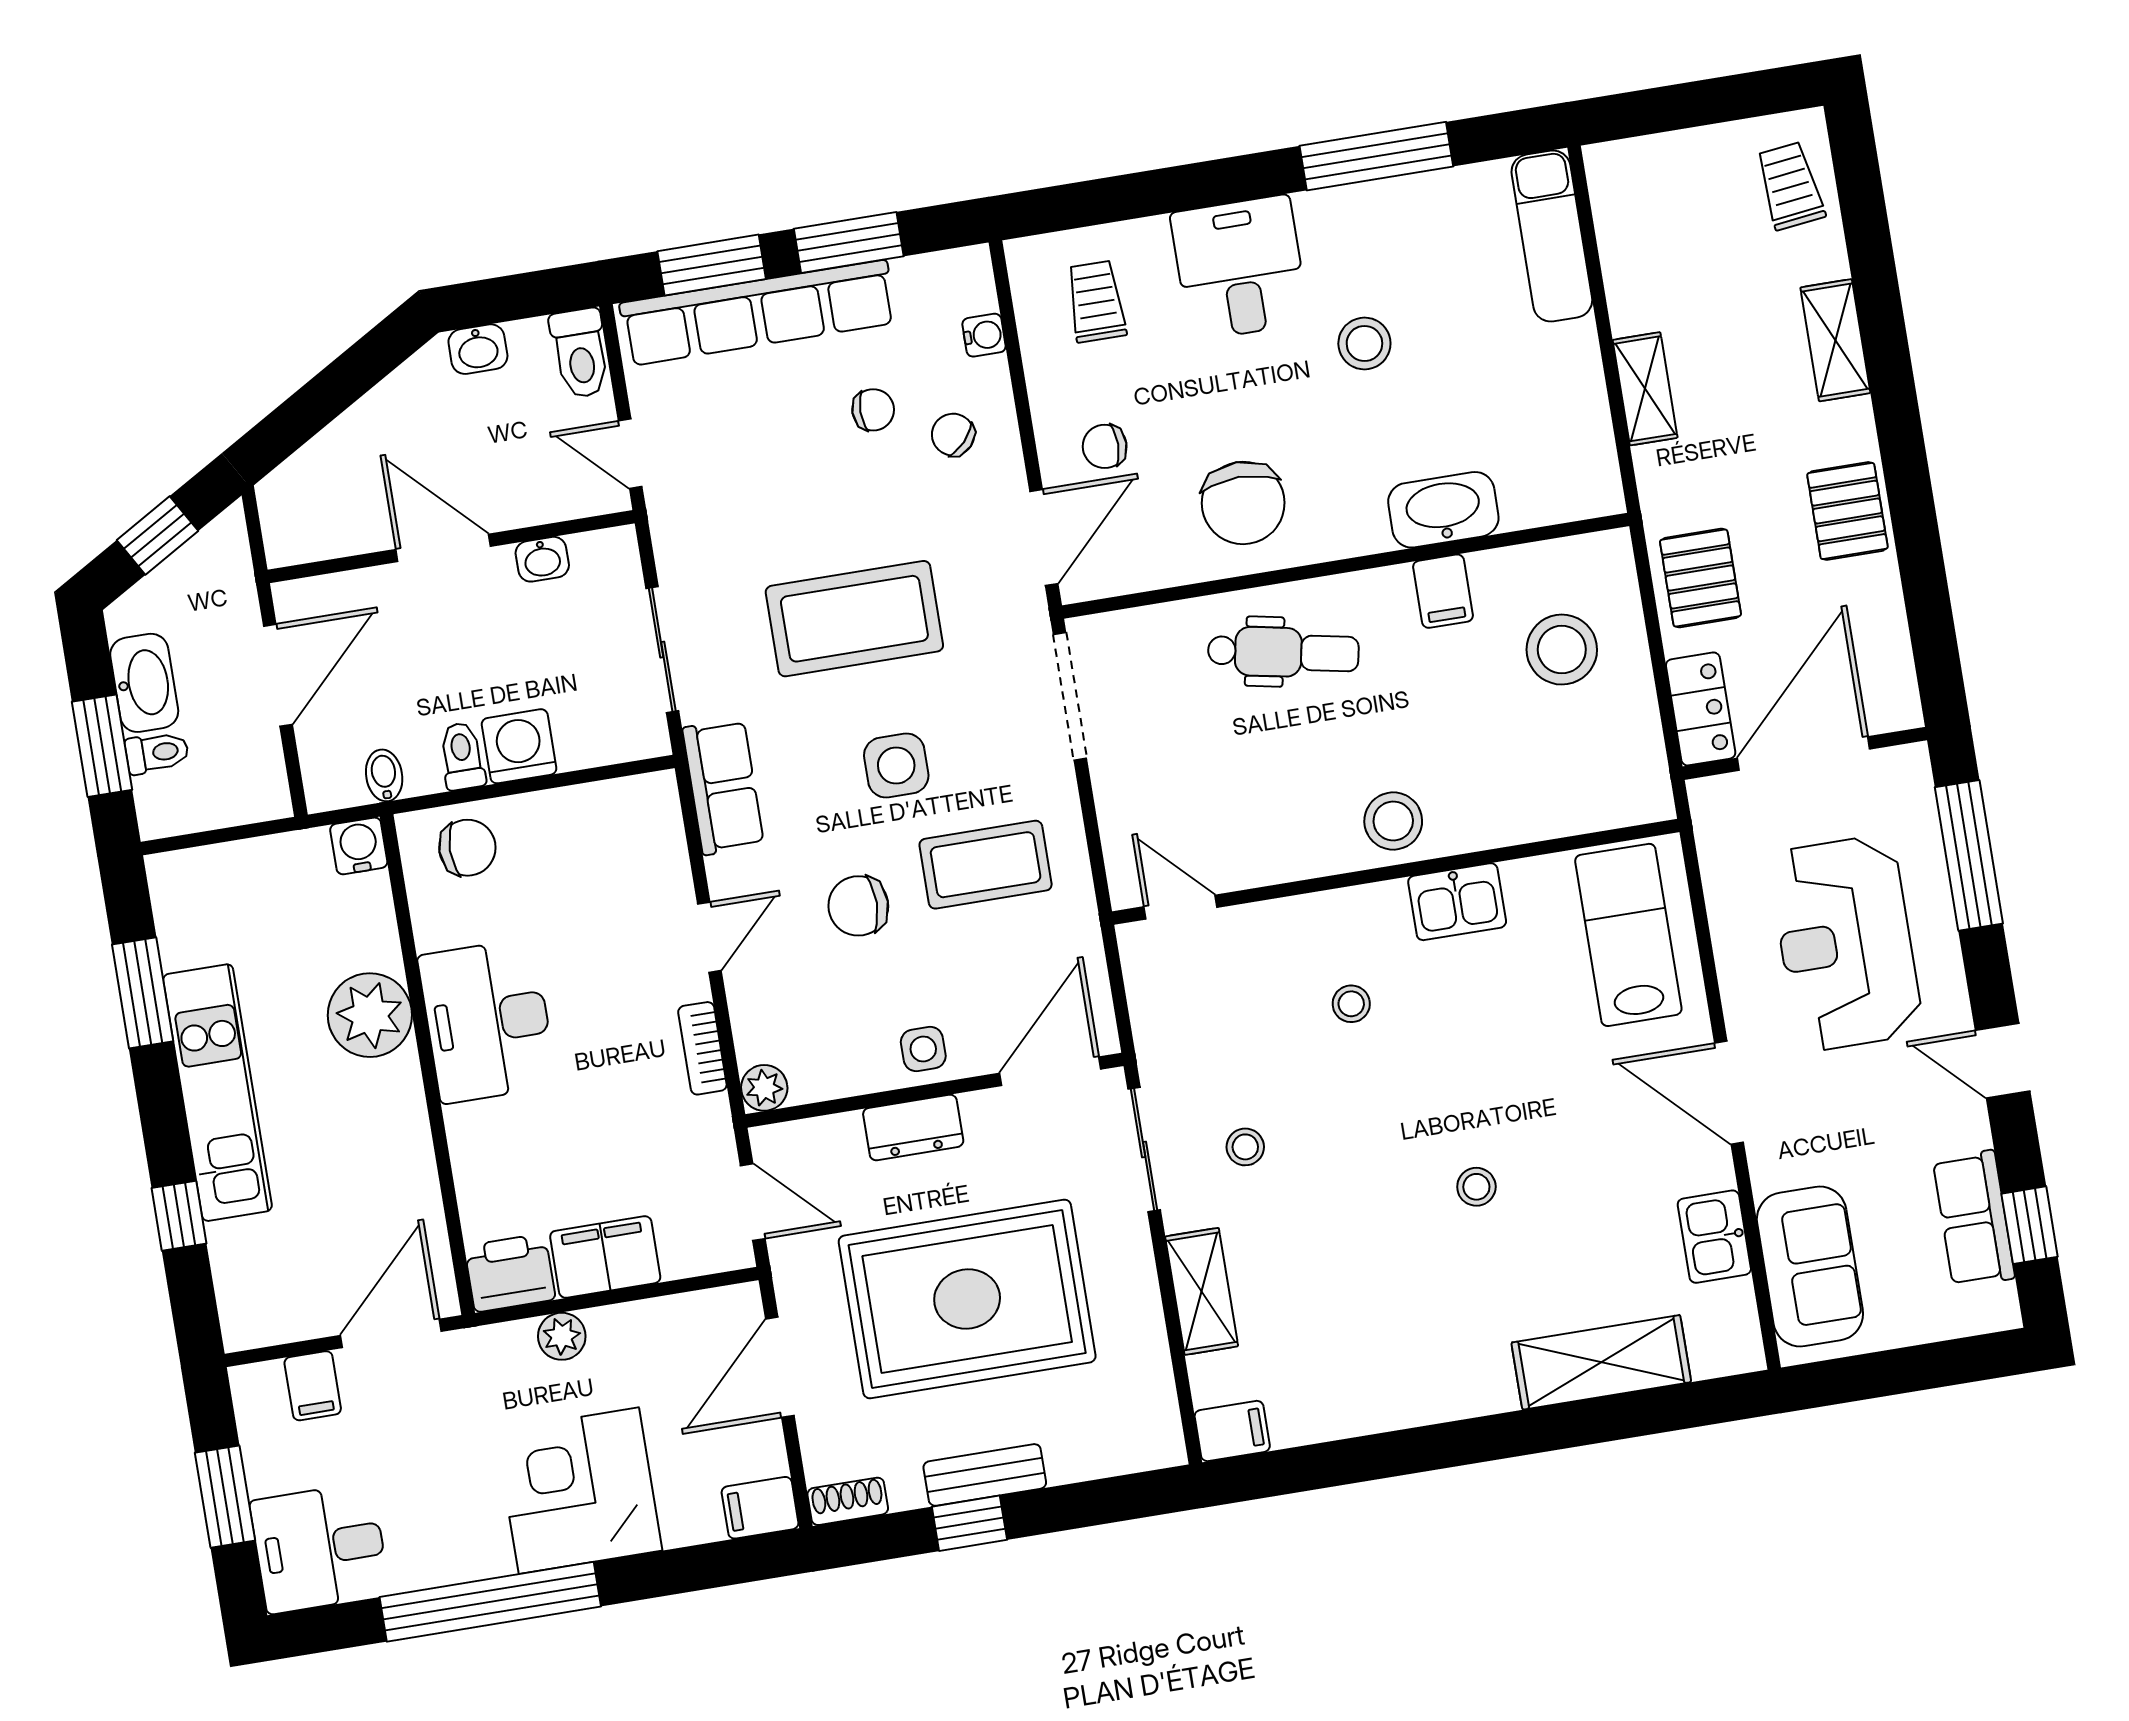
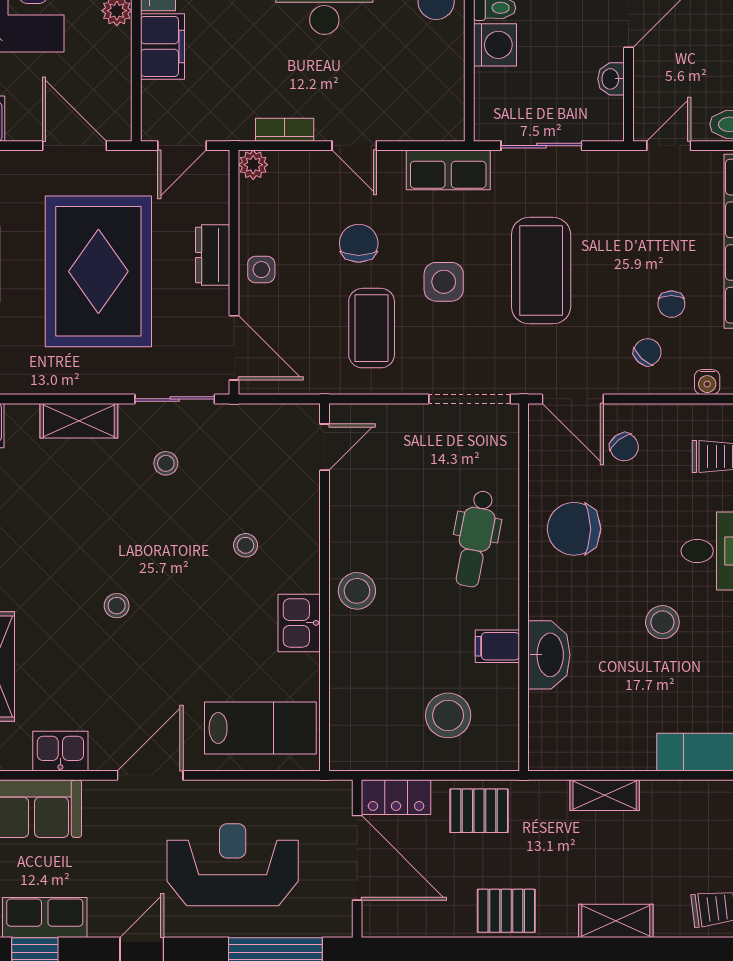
chair: (1105, 446) -> (624, 447), turned 142

